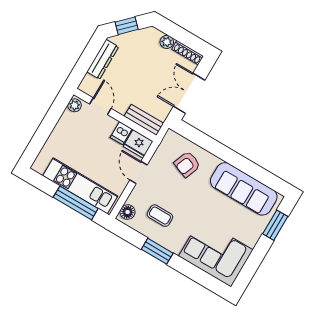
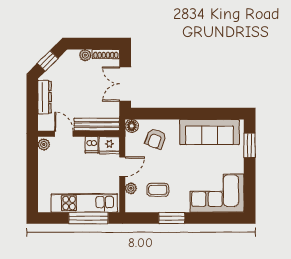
bench: (144, 120) -> (97, 124), width x1.36
door: (139, 172) -> (122, 167), swing flipped
plant: (134, 198) -> (131, 188), added
floor lamp: (128, 212) -> (132, 126), moved

